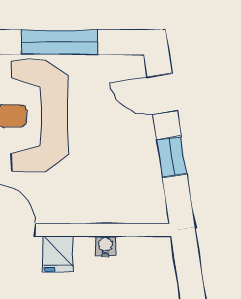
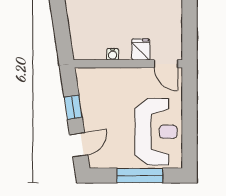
door: (162, 94) -> (79, 145), hinge flipped

